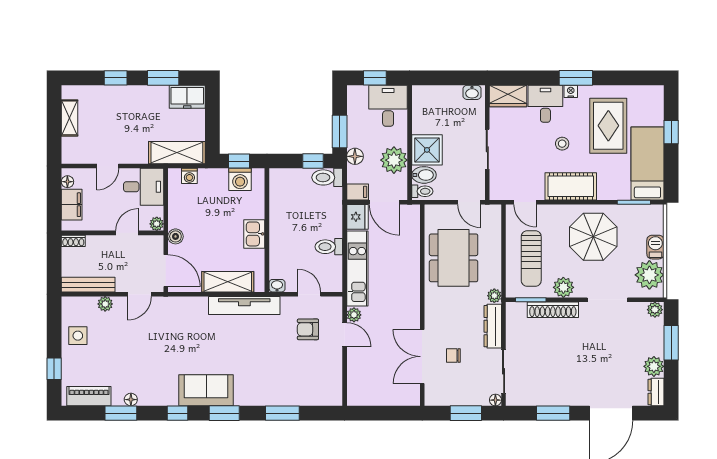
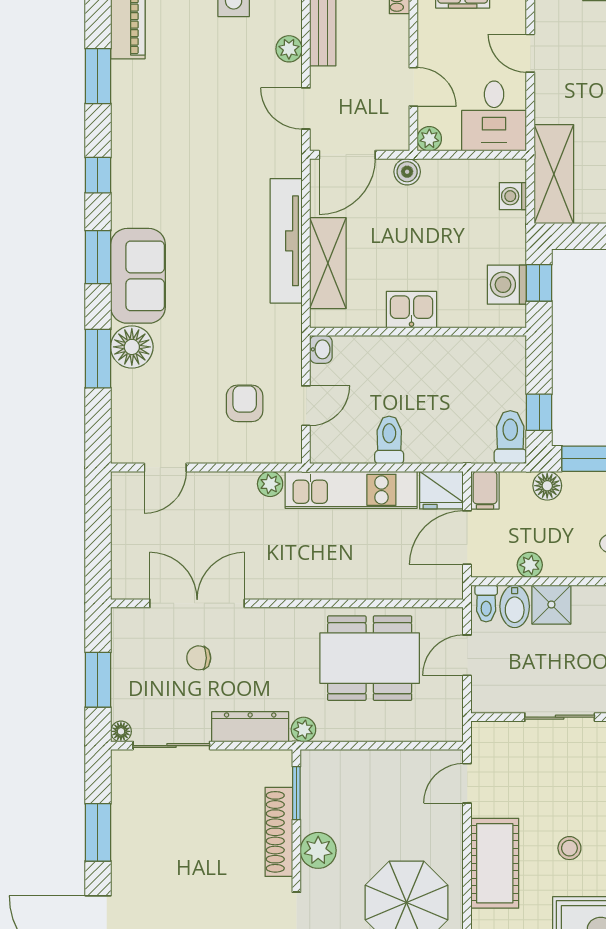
shower: (427, 150) -> (551, 605), width x0.73, depth x0.73
plant: (394, 160) -> (530, 565), width x0.53, depth x0.53
door: (469, 202) -> (467, 655), moved
sun lounger: (531, 259) -> (369, 794), removed
tv unit: (244, 306) -> (286, 241), moved
door: (345, 335) -> (165, 468), moved
chair: (453, 356) -> (199, 658), turned -89
sofa: (206, 390) -> (138, 276), moved
floor lamp: (131, 400) -> (132, 347), moved, width x1.89, depth x1.89

